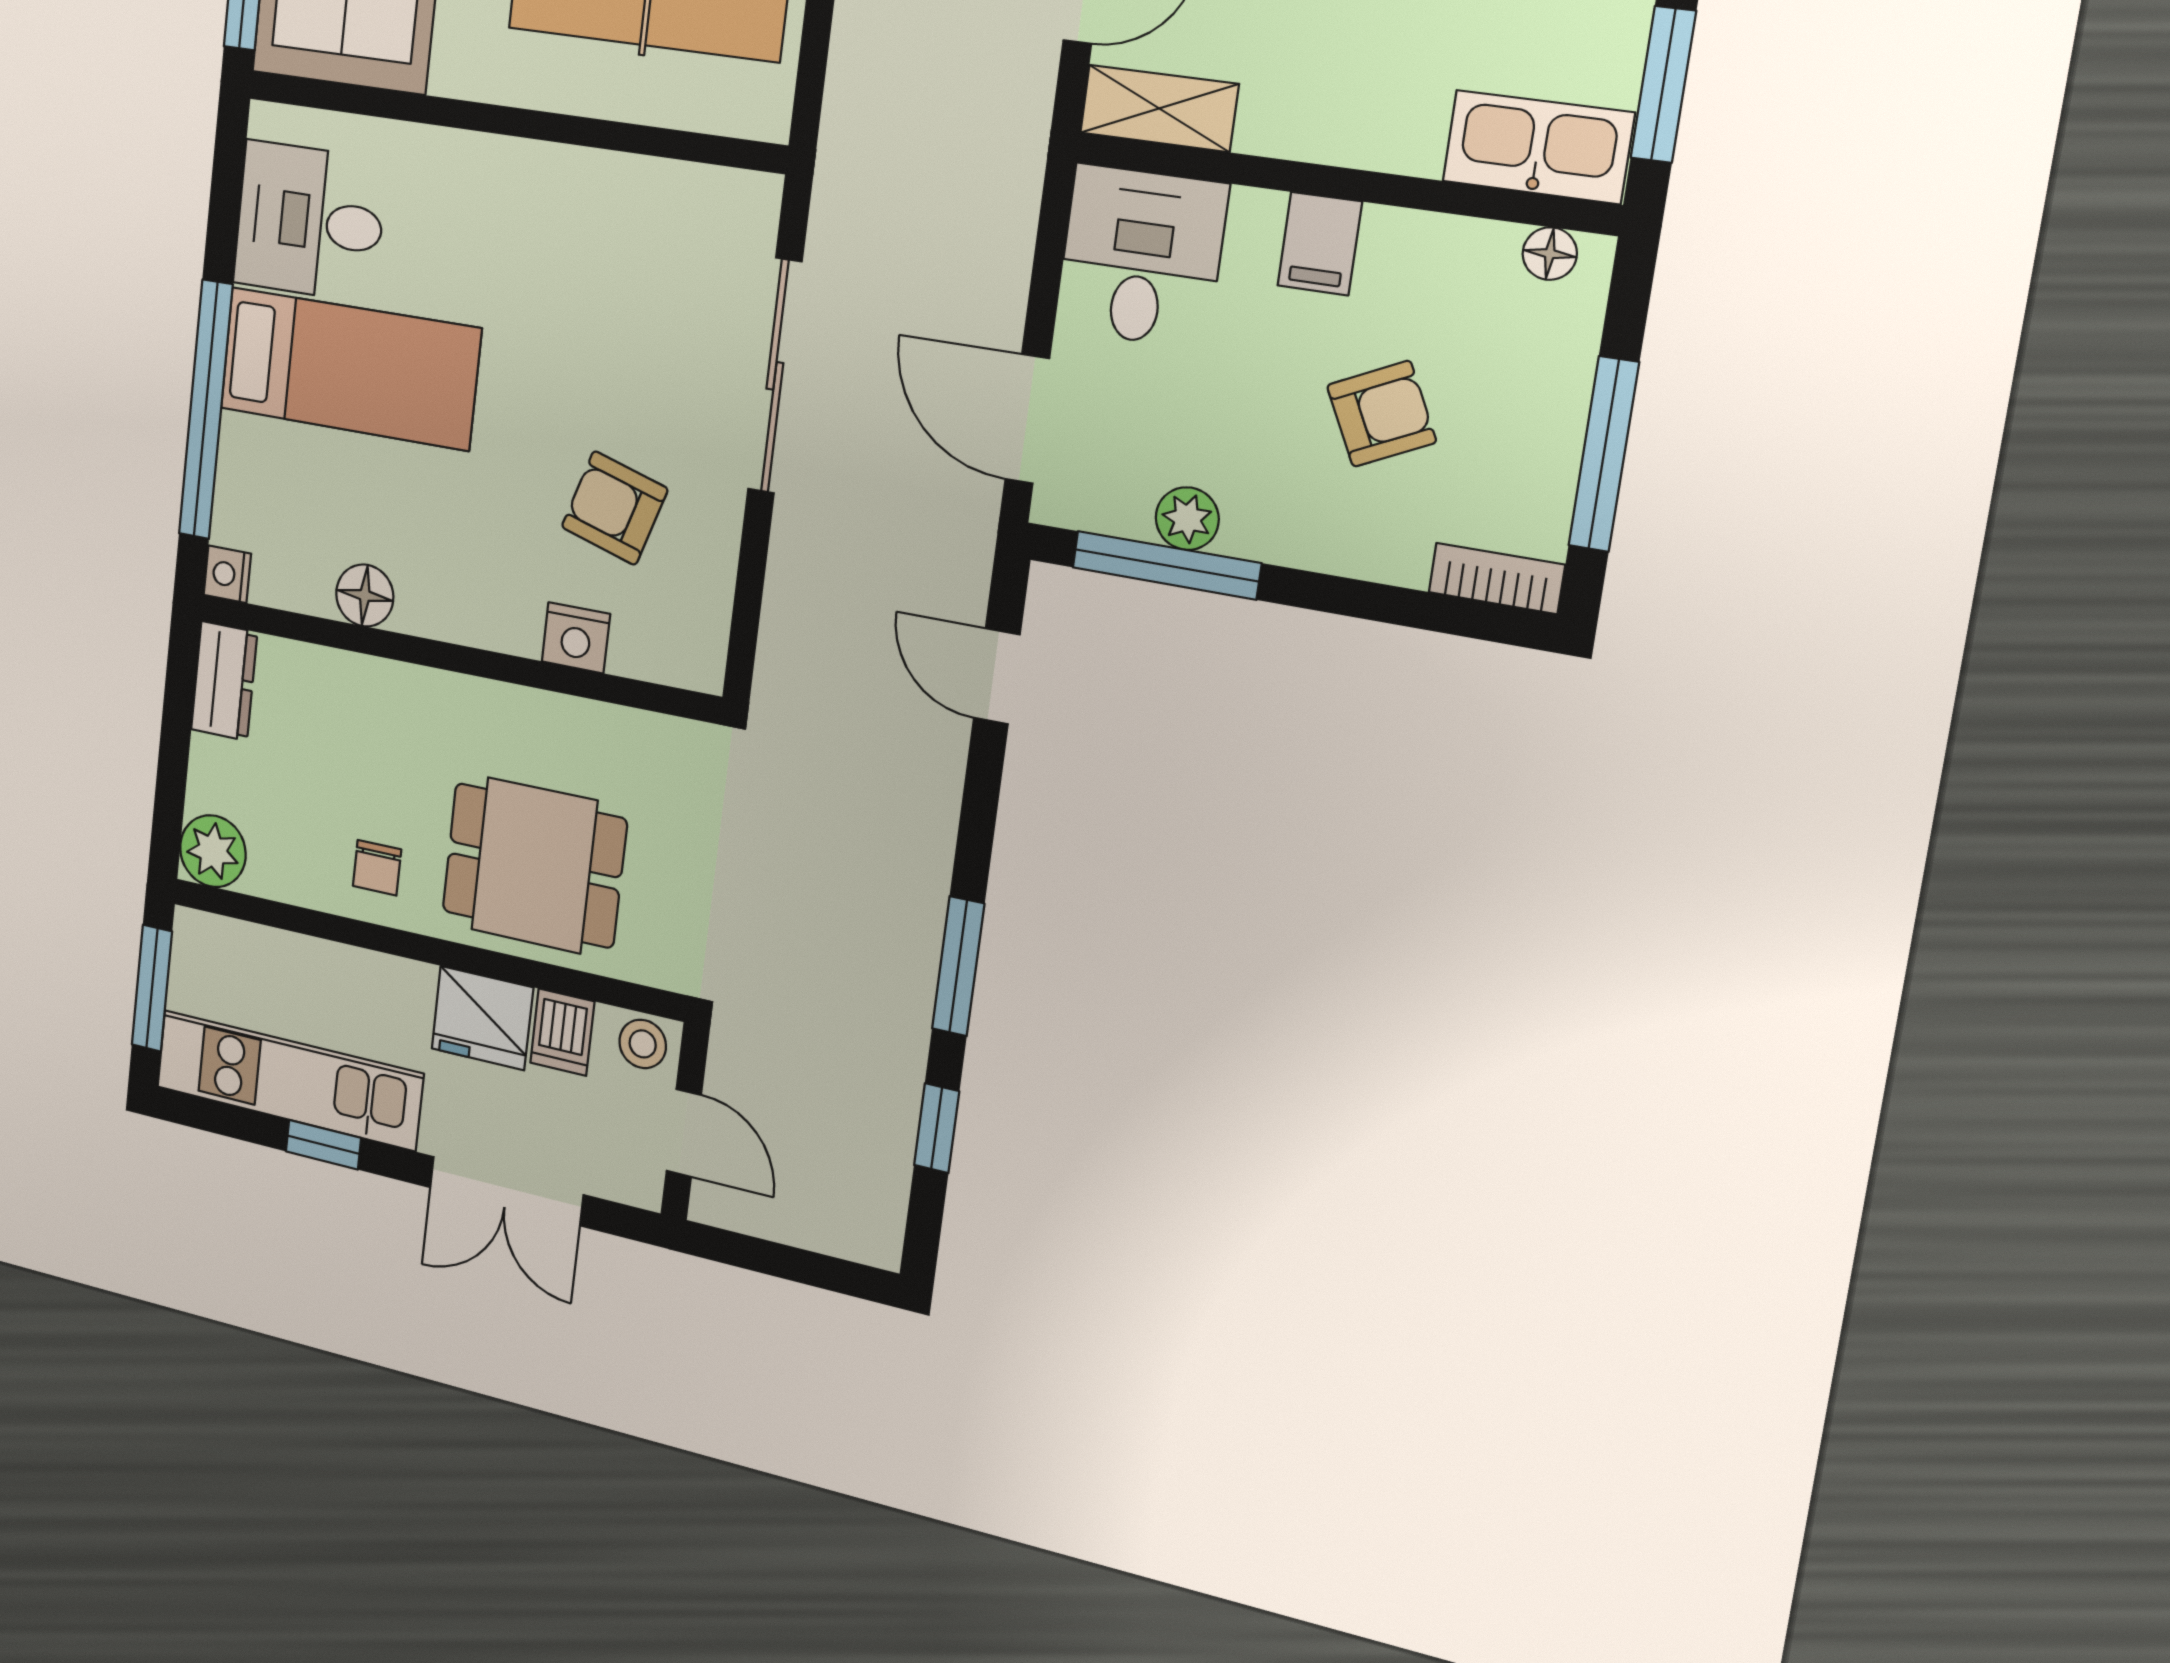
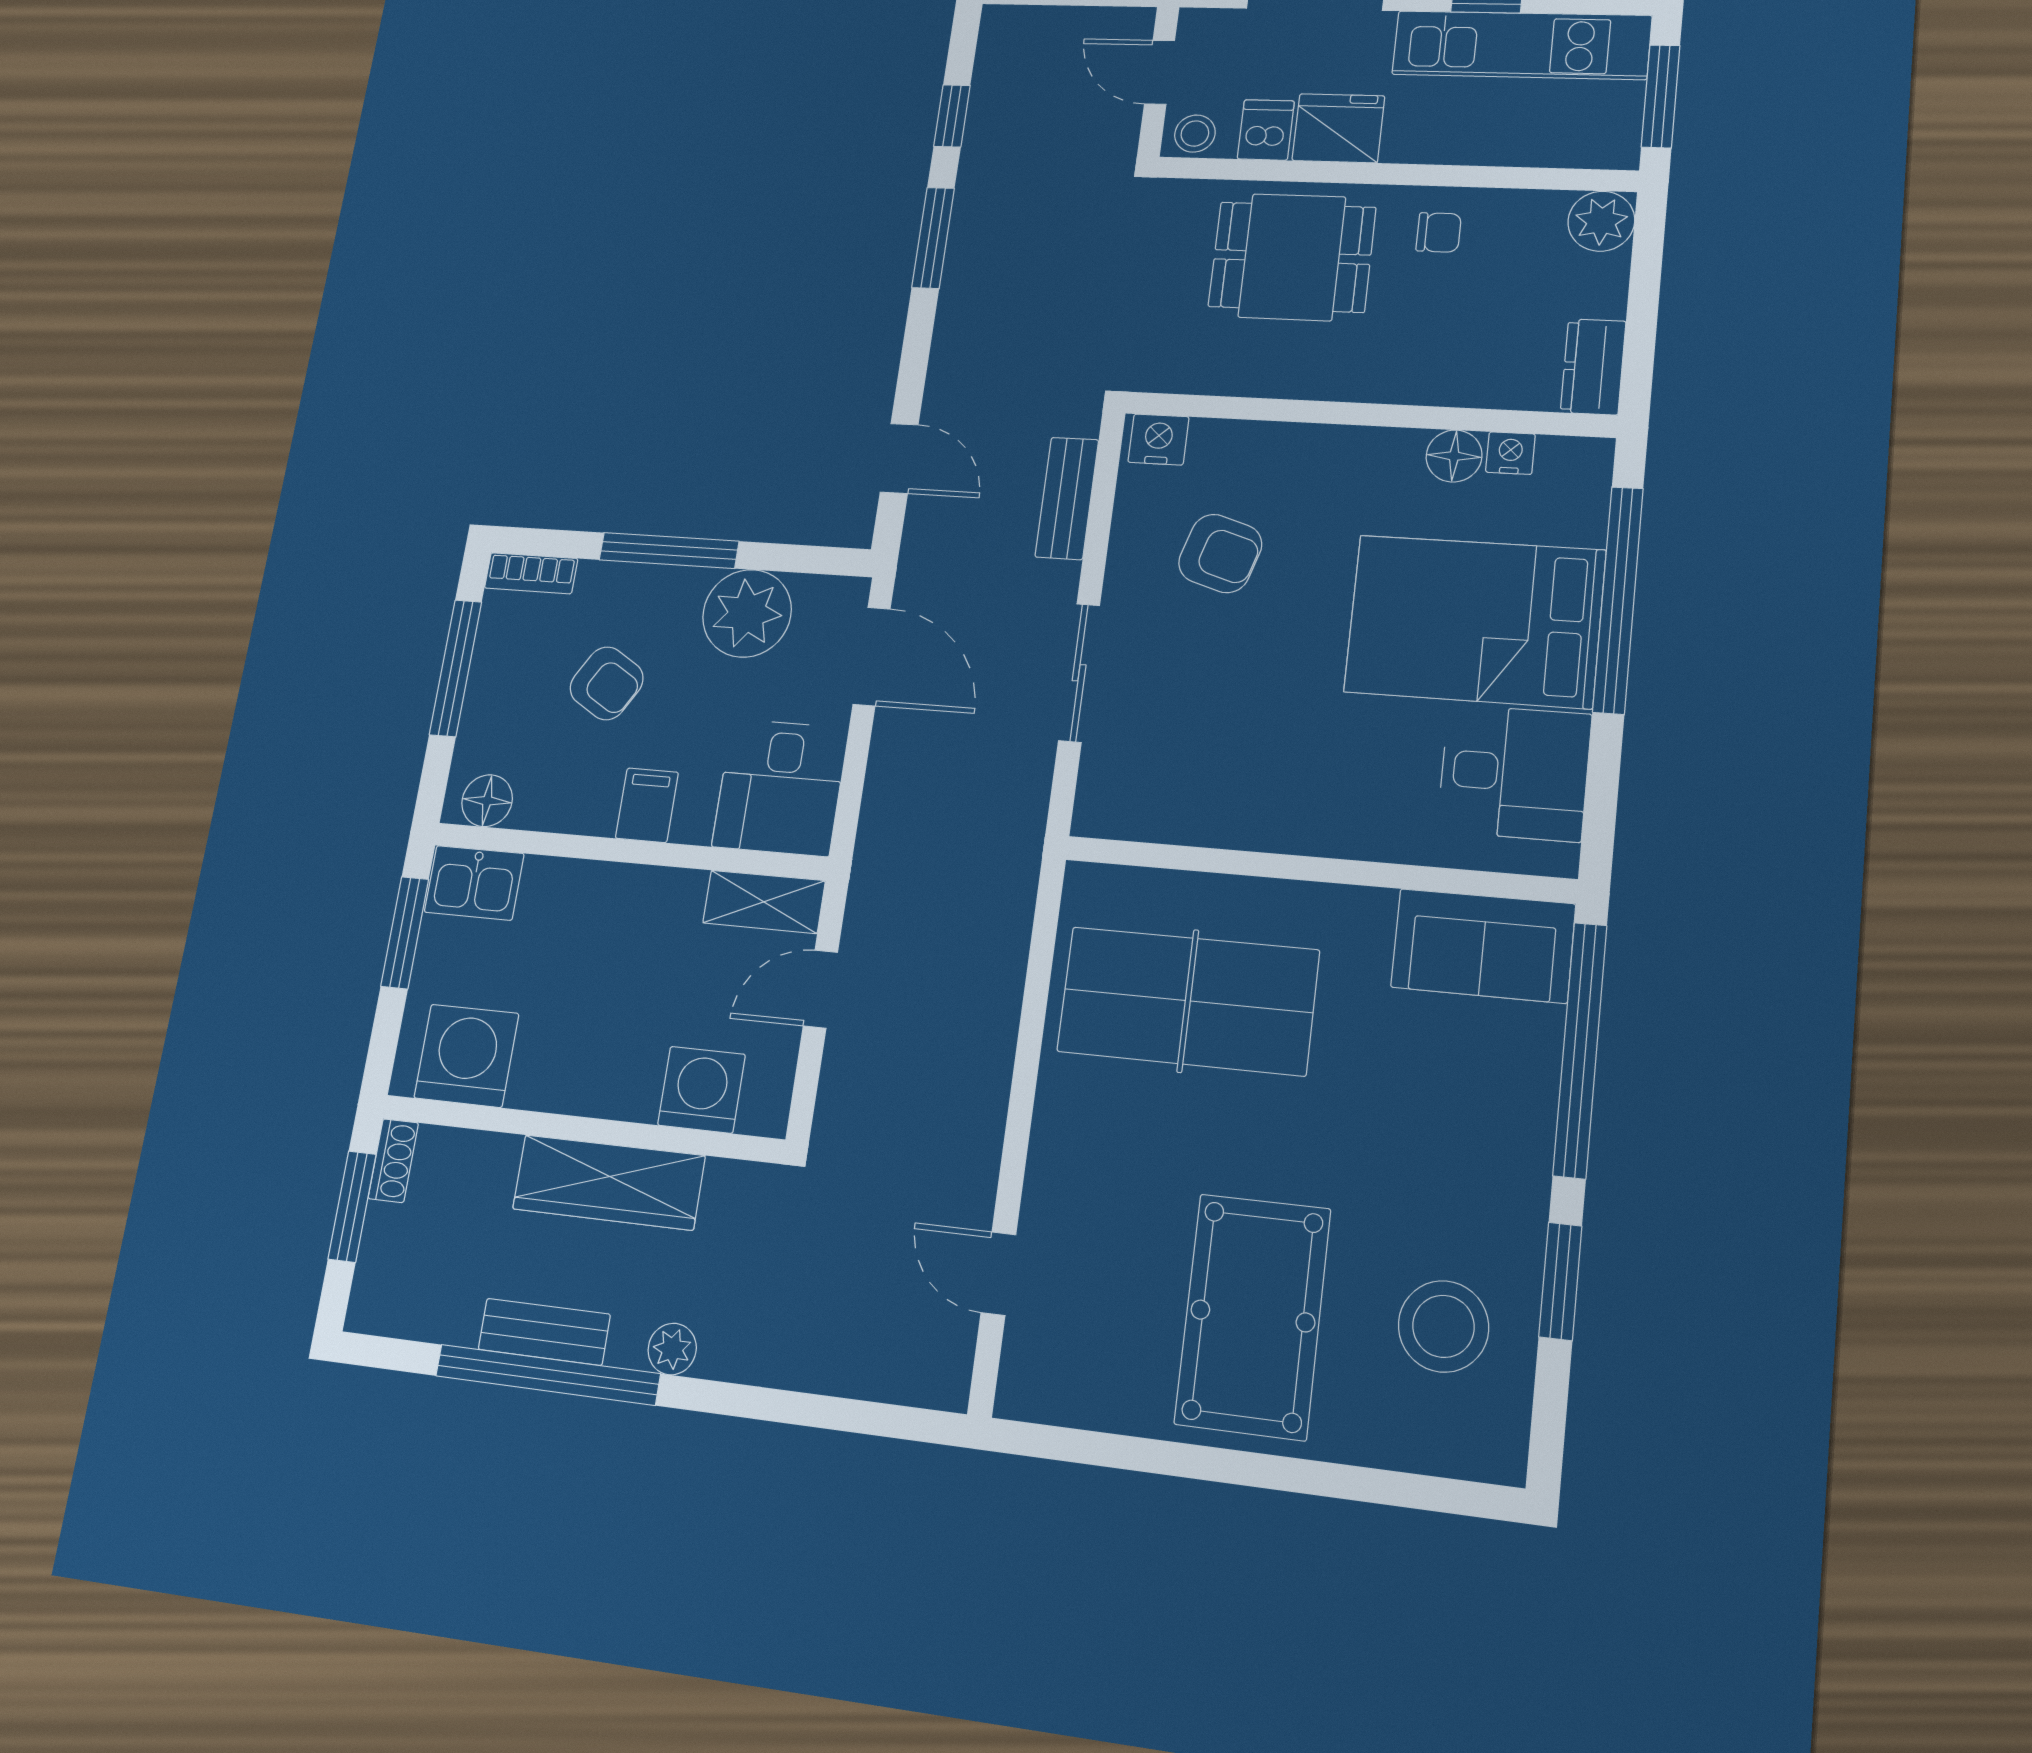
kitchen sink: (1538, 147) -> (474, 883), width x0.73
floor lamp: (1550, 254) -> (487, 801), width x1.37, depth x1.37
bed: (350, 369) -> (1475, 621), width x1.50
sliding door: (775, 376) -> (1079, 673), width x0.73
armchair: (1382, 414) -> (607, 683), turned -123
plant: (1187, 519) -> (747, 613), width x1.87, depth x1.87
window: (1166, 565) -> (669, 551), moved
nightstand: (227, 574) -> (1510, 453), moved, turned -90
bench: (791, 598) -> (1067, 498), added
nightstand: (576, 638) -> (1158, 440), moved
chair: (377, 868) -> (1439, 232), turned 90

